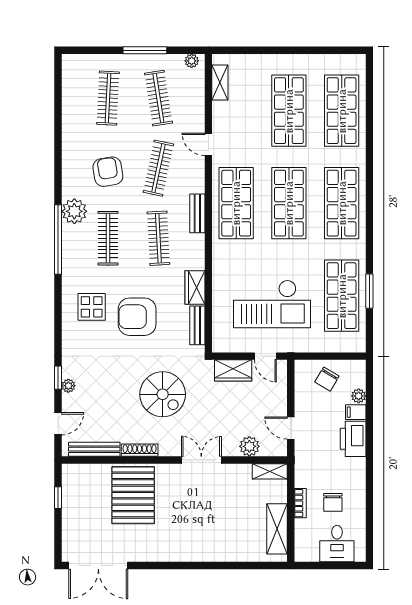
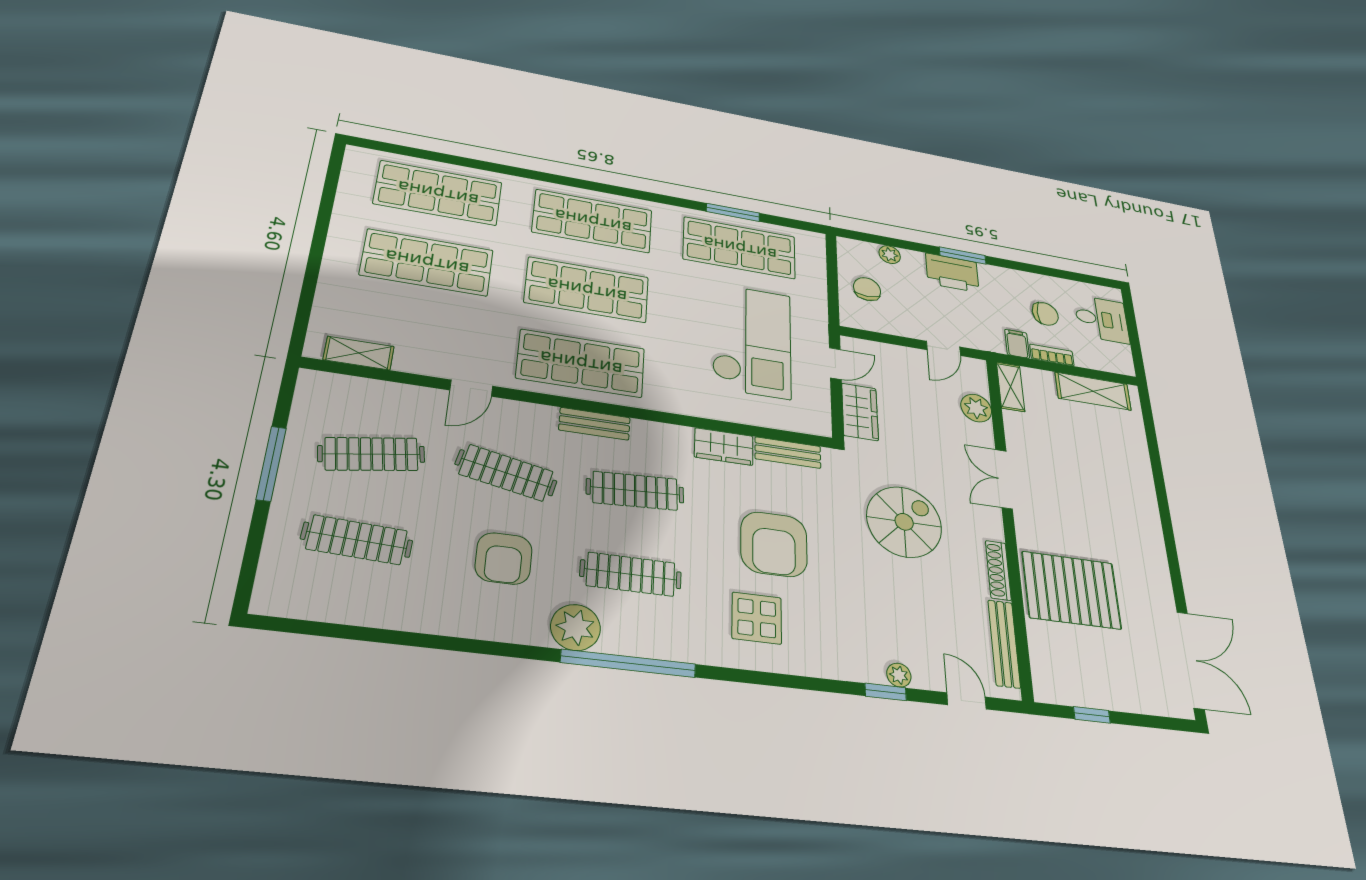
plant: (192, 61) -> (308, 390), removed
armchair: (108, 172) -> (504, 558), turned -81
chair: (327, 379) -> (867, 289), turned -121
filing cabinet: (356, 412) -> (1017, 344), moved, turned 180
window: (369, 447) -> (963, 255), added

